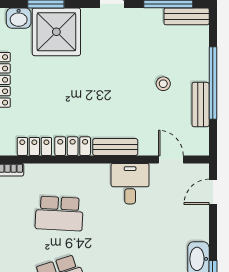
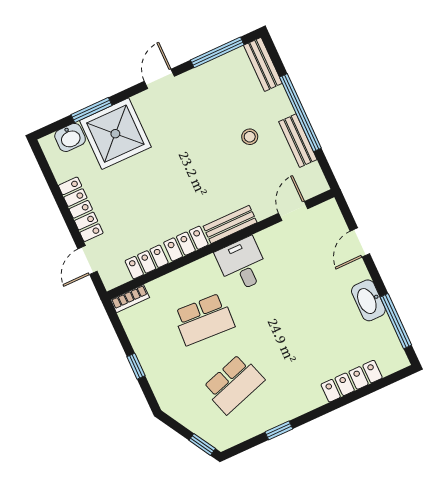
bench: (187, 16) -> (263, 64), moved, turned 90
door: (171, 159) -> (293, 211), hinge flipped
desk: (130, 184) -> (242, 264), moved
door: (213, 192) -> (360, 242), moved

